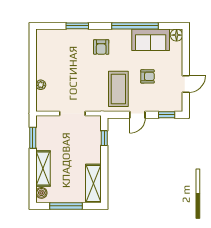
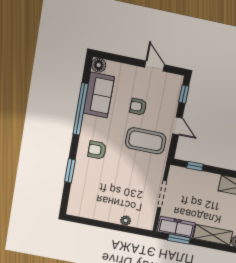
armchair: (101, 47) -> (97, 150), turned 180
armchair: (147, 76) -> (138, 107), turned -90
freezer: (44, 133) -> (176, 227), added

